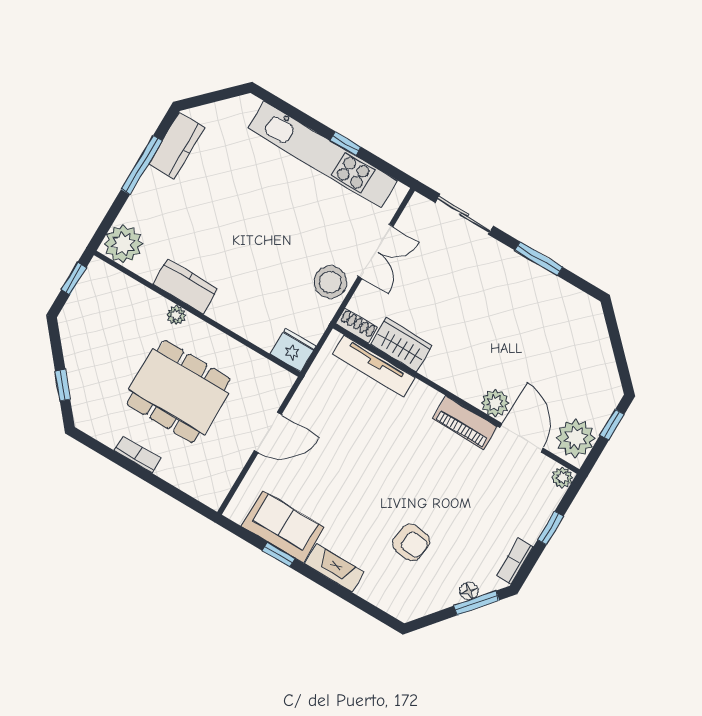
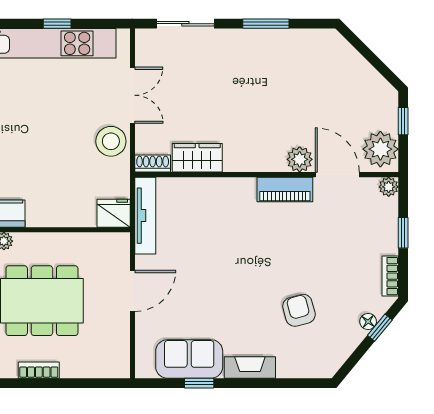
tv unit: (374, 366) -> (145, 216), moved, turned -90
armchair: (411, 542) -> (299, 310), turned -112
window: (477, 603) -> (380, 328), width x0.67

